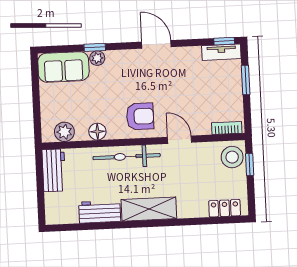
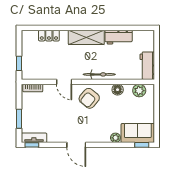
window: (95, 47) -> (142, 145), moved
armchair: (140, 116) -> (89, 98), turned -50
bicycle: (127, 157) -> (99, 74), width x0.73, depth x0.71
stool: (232, 157) -> (30, 69), removed
locker: (225, 208) -> (49, 36), moved

